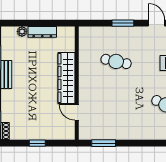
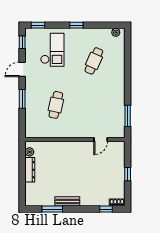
plant: (22, 31) -> (30, 152), moved
wardrobe: (67, 78) -> (70, 148), removed

